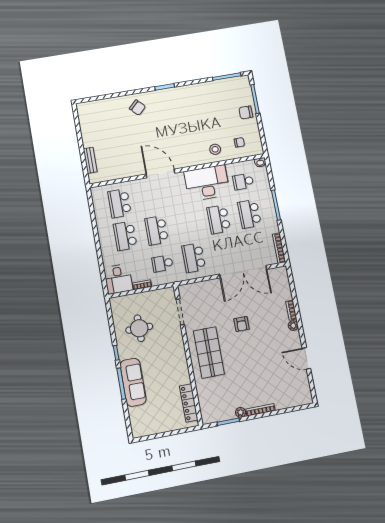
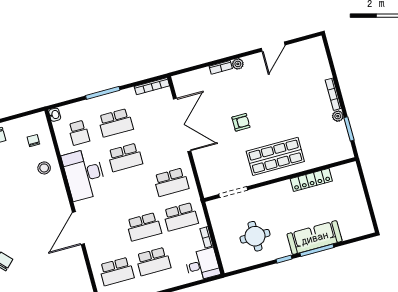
school desk: (162, 263) -> (181, 217), width x1.85
locker: (189, 403) -> (311, 180), moved

